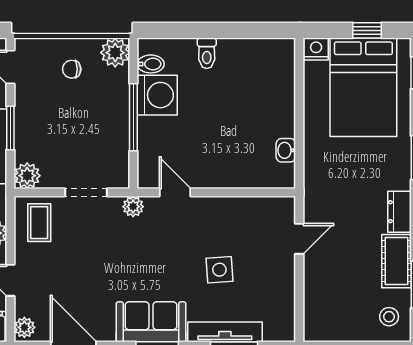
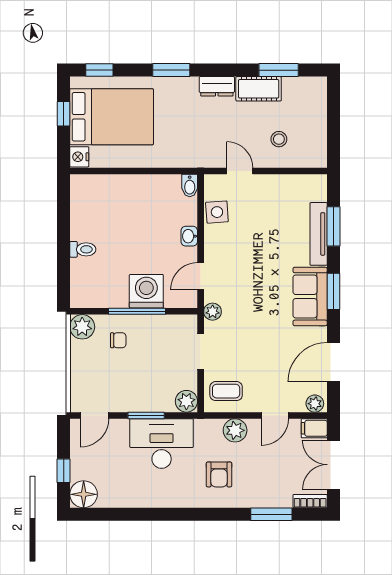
bidet: (151, 64) -> (190, 186), moved, turned 180
chair: (72, 69) -> (118, 340), moved, turned -90
washing machine: (157, 95) -> (146, 291), moved
washbasin: (286, 150) -> (189, 236), moved, turned 90
side table: (219, 270) -> (217, 212), moved
stool: (389, 317) -> (279, 139), moved

